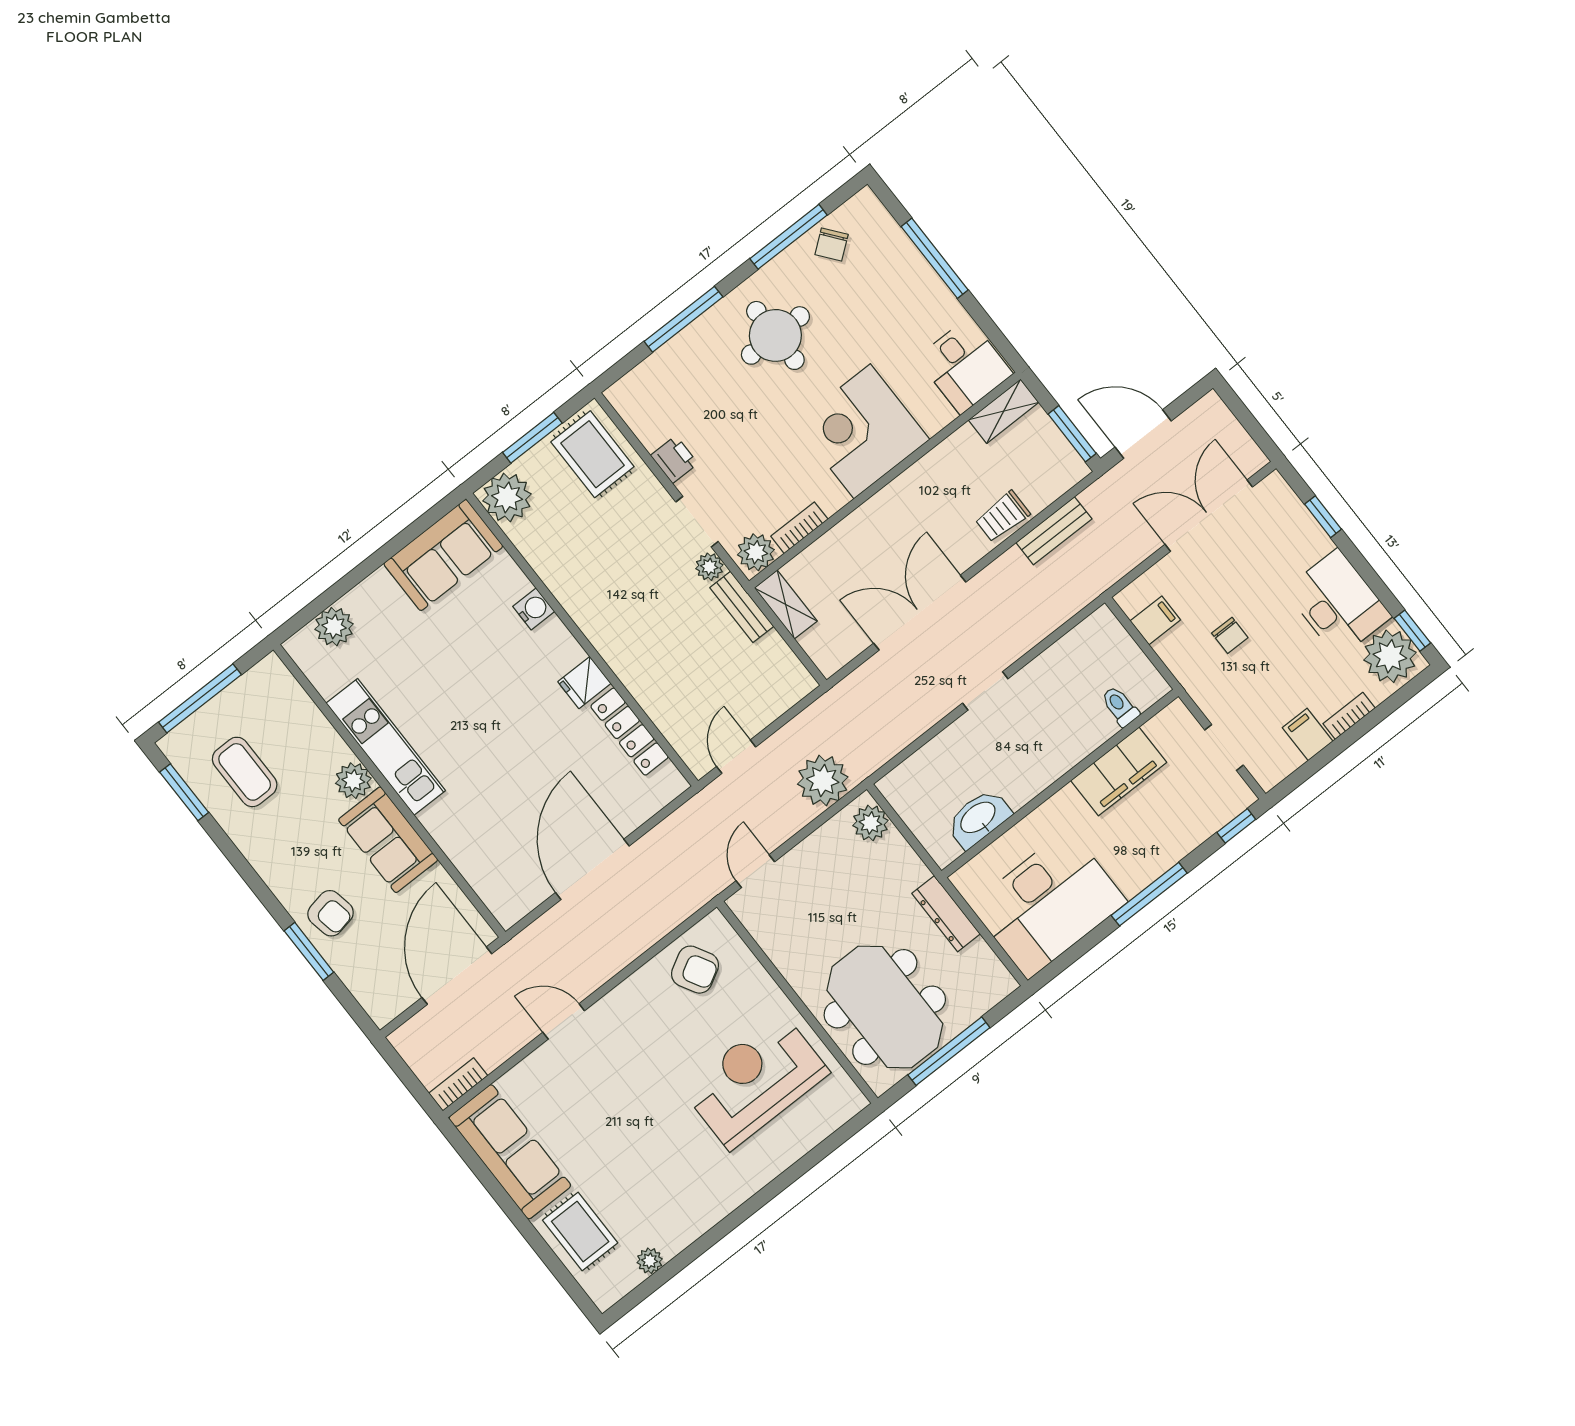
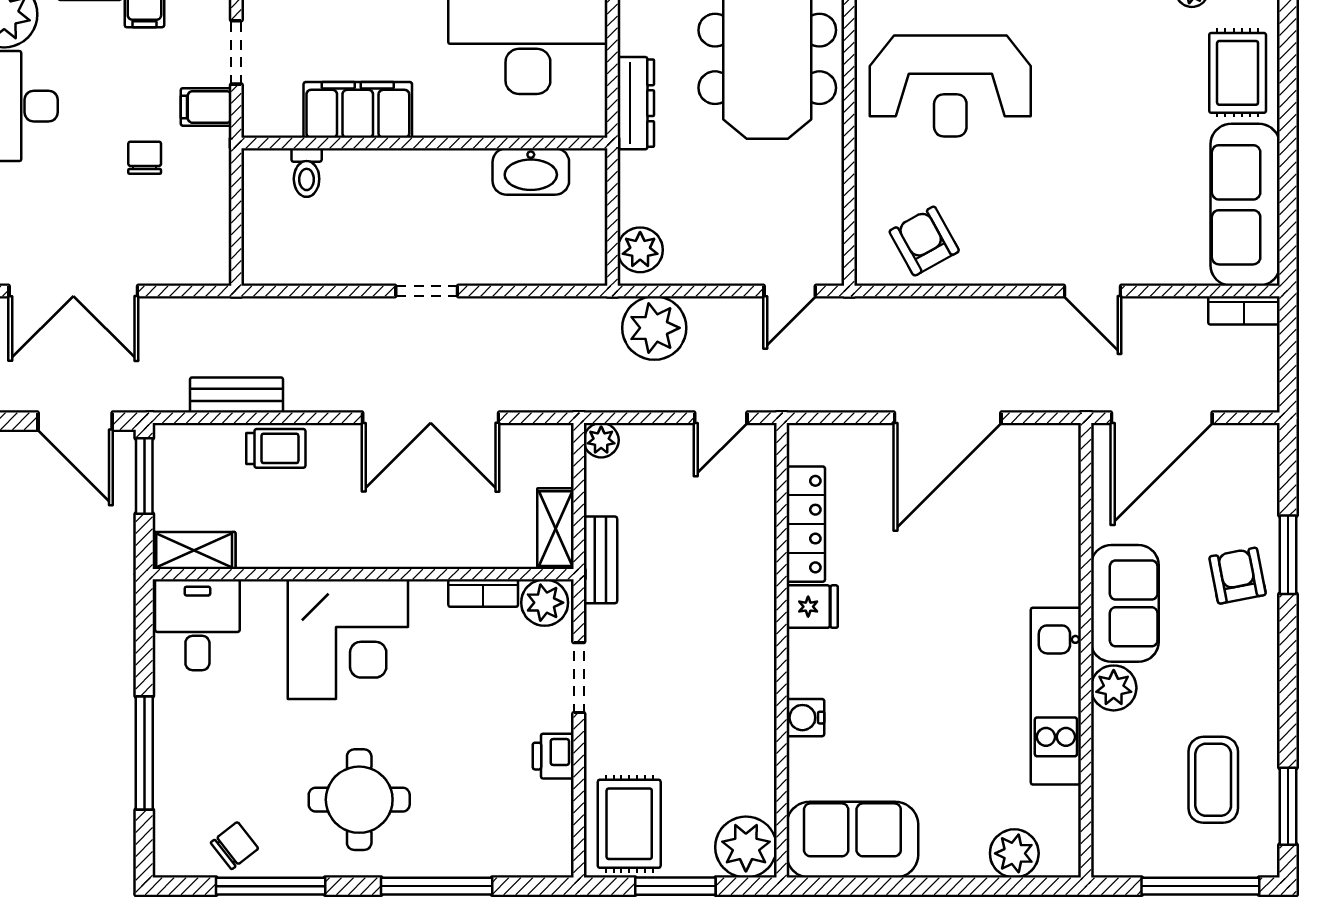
plant: (709, 567) -> (601, 440), moved
filing cabinet: (1155, 620) -> (206, 107), moved

